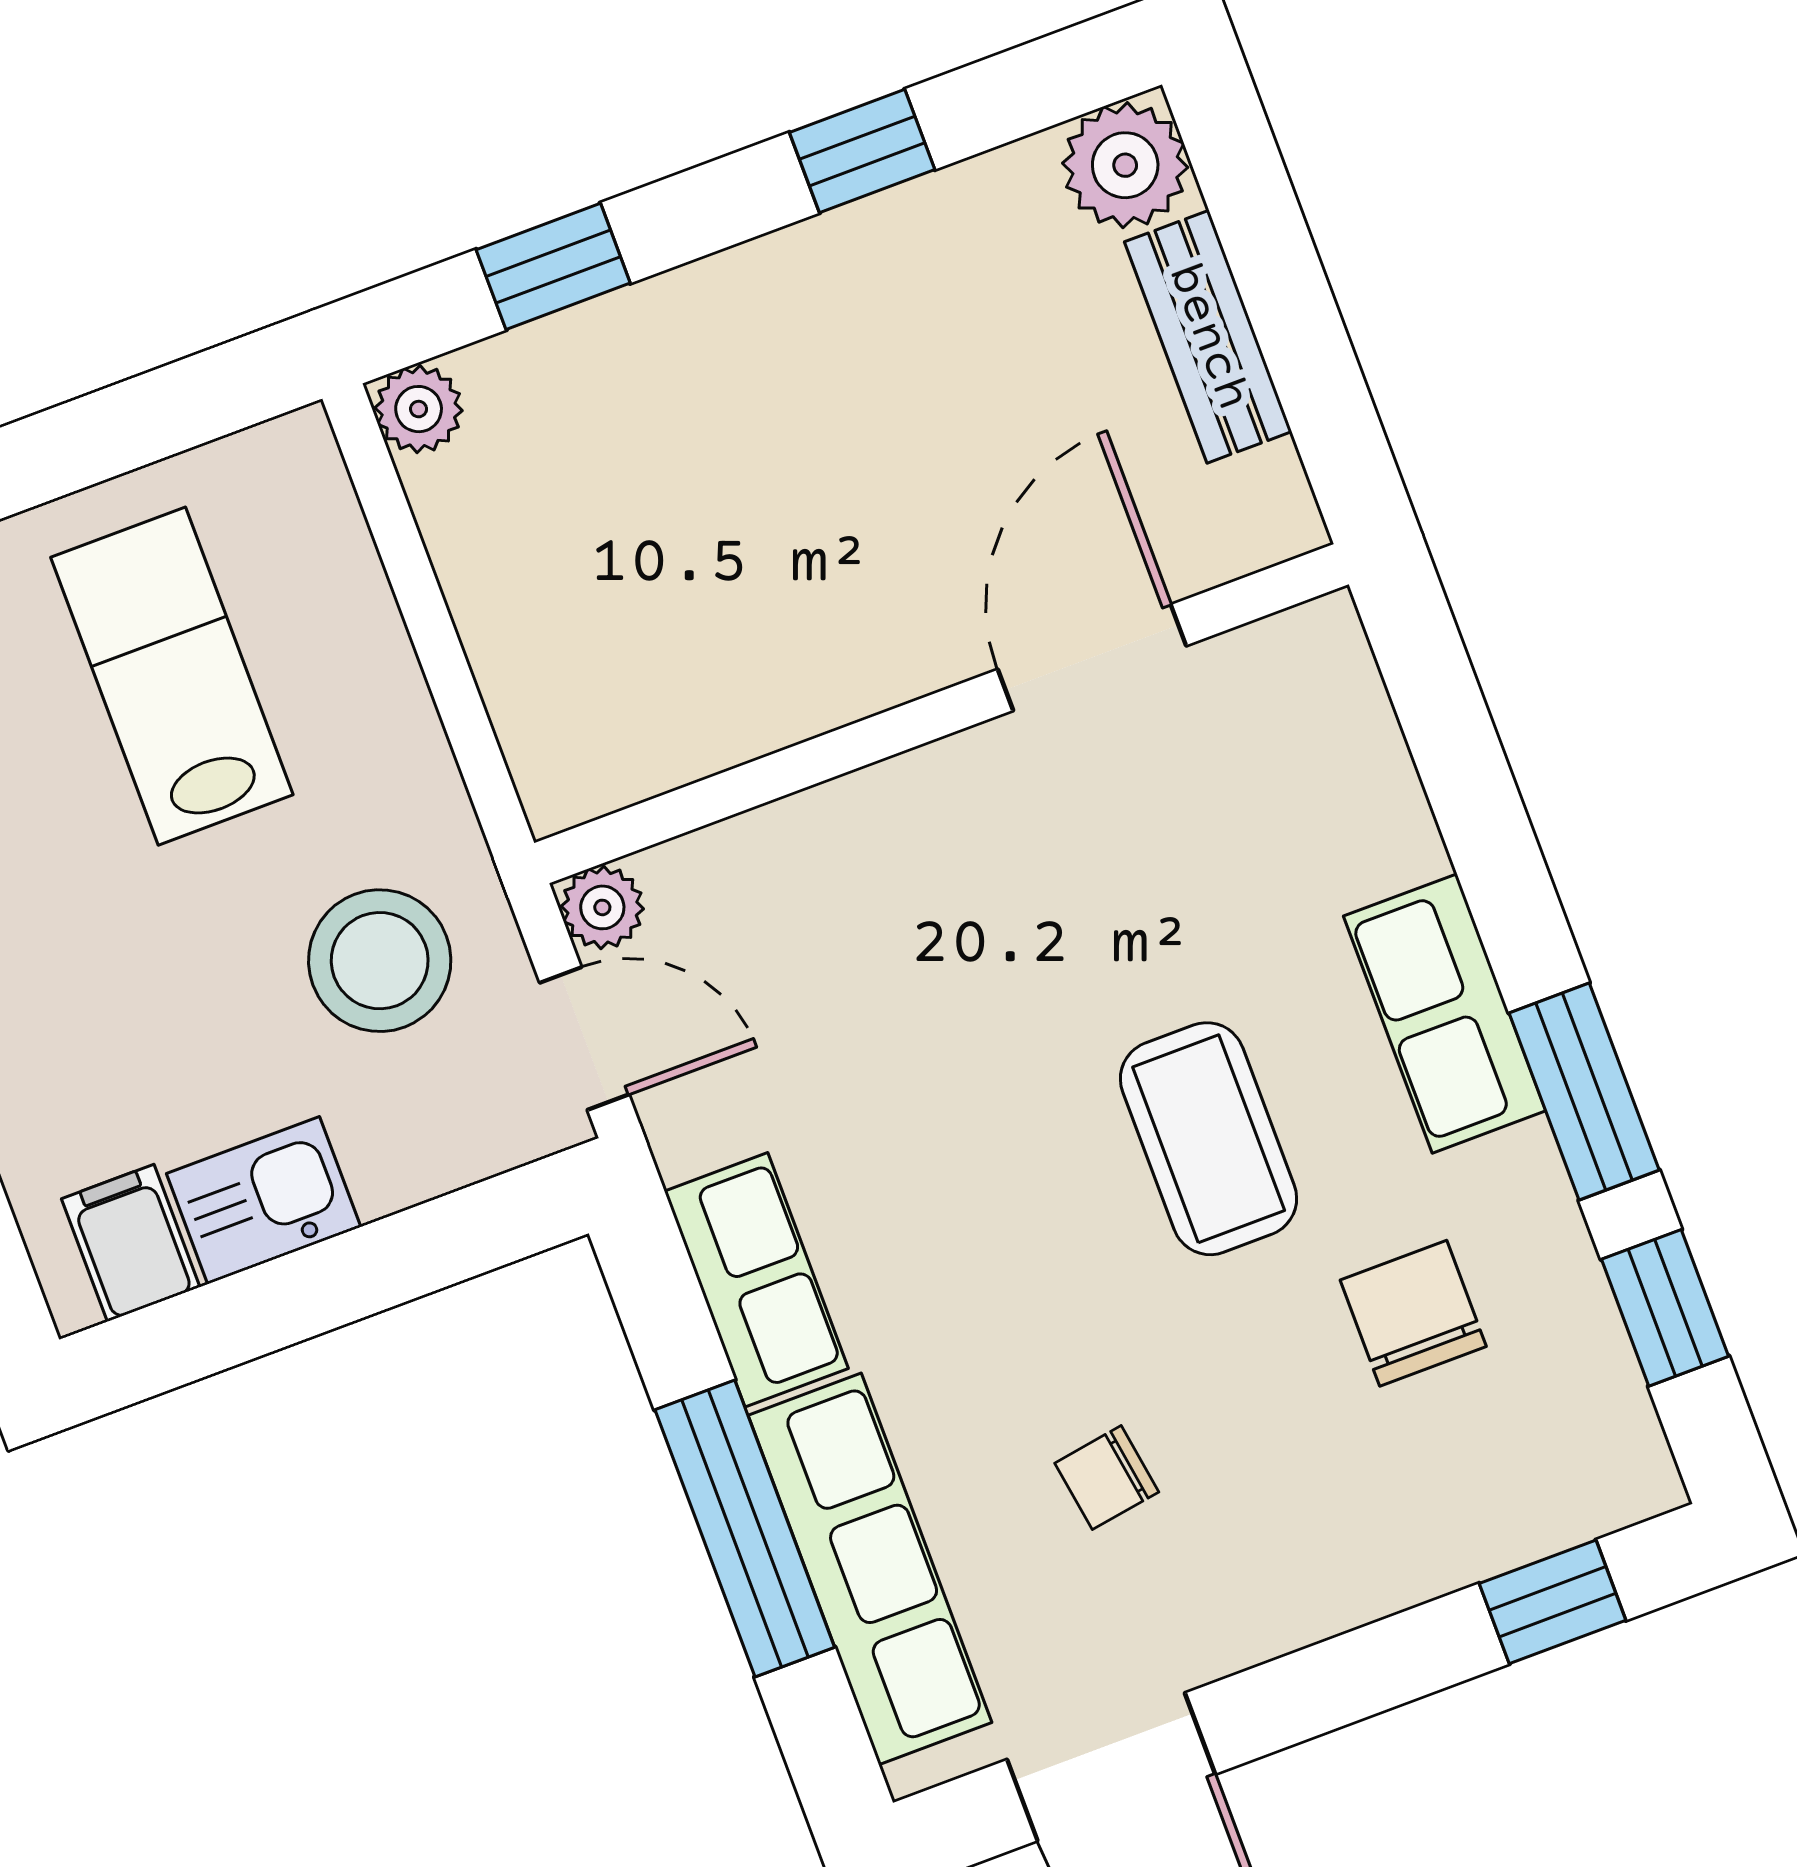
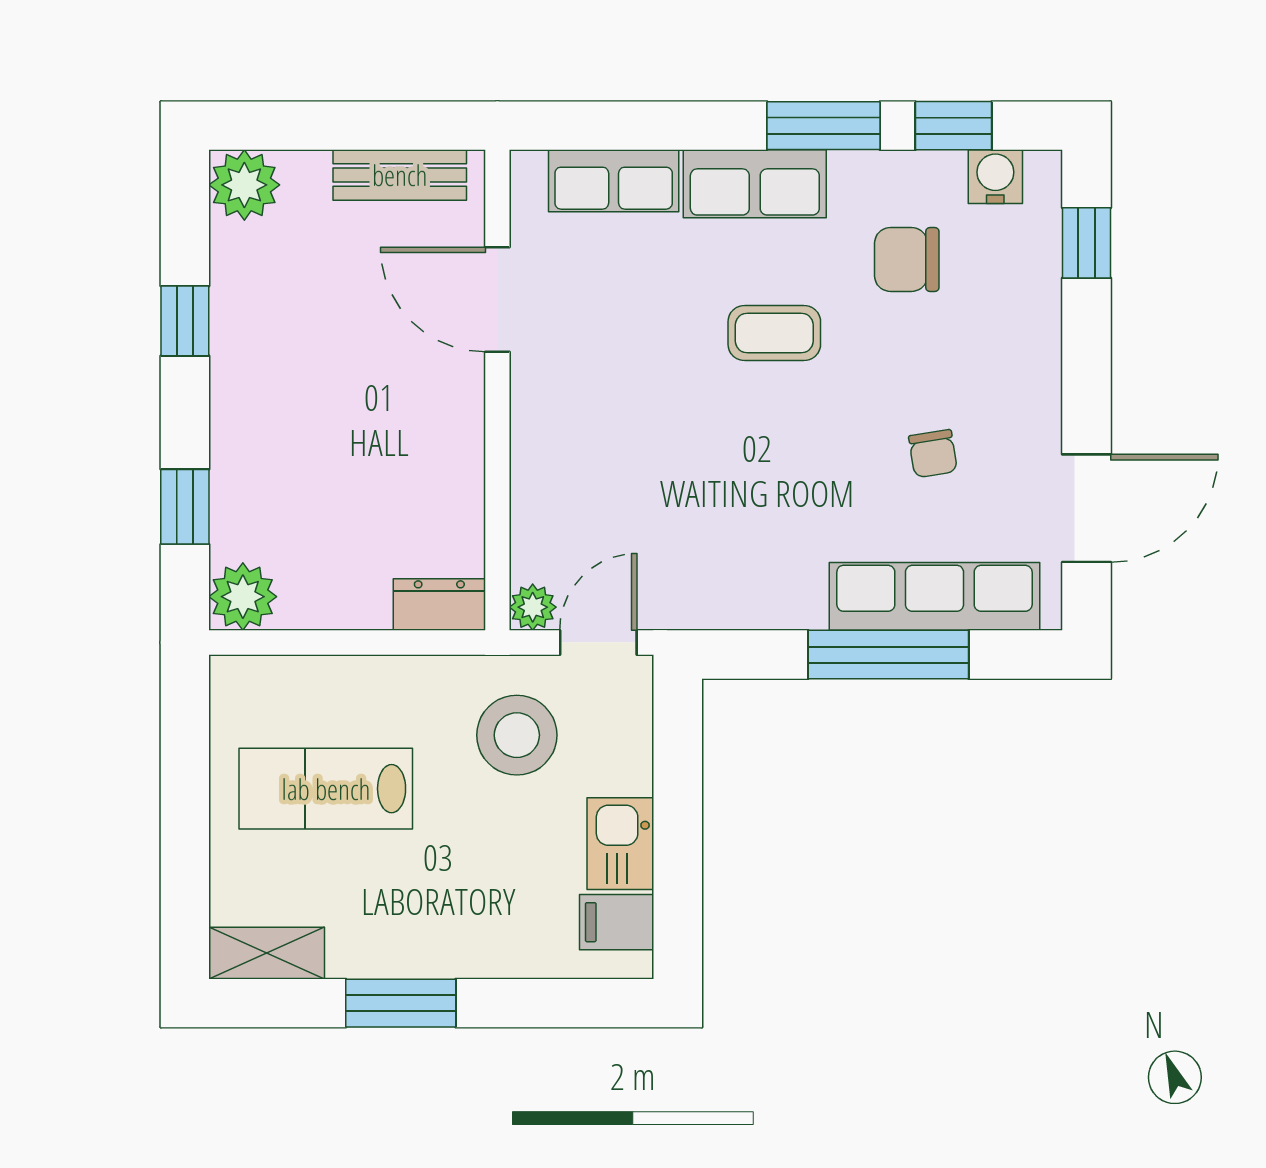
bench: (1208, 337) -> (400, 175), moved
plant: (419, 409) -> (243, 597), width x1.38, depth x1.38
dresser: (549, 750) -> (439, 605), added
coffee table: (1209, 1139) -> (774, 333), width x0.73, depth x0.77
row of seats: (756, 1280) -> (614, 181), moved, turned 180
water cooler: (1606, 1409) -> (995, 177), added

